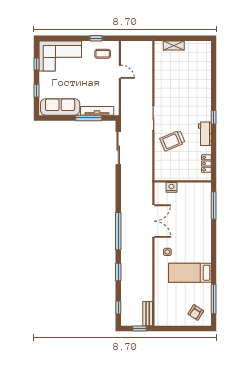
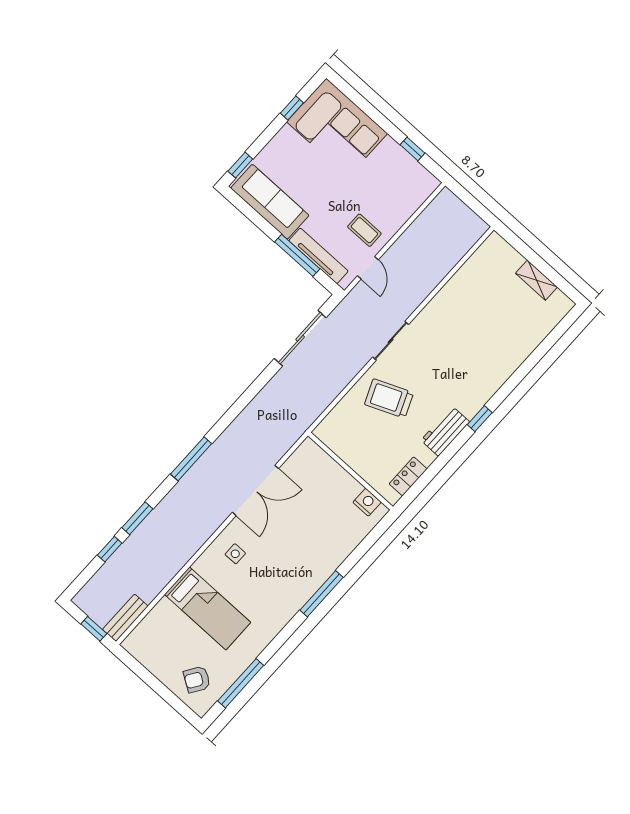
shelving: (174, 46) -> (536, 280), moved
coffee table: (103, 54) -> (364, 230), moved
door: (120, 72) -> (368, 268), moved
window: (36, 91) -> (240, 165), moved
nightstand: (171, 187) -> (367, 502), moved
window: (214, 205) -> (321, 594), moved
window: (118, 231) -> (191, 459), width x0.68
bed: (190, 273) -> (208, 608), moved, turned 180
window: (118, 308) -> (110, 549), moved

